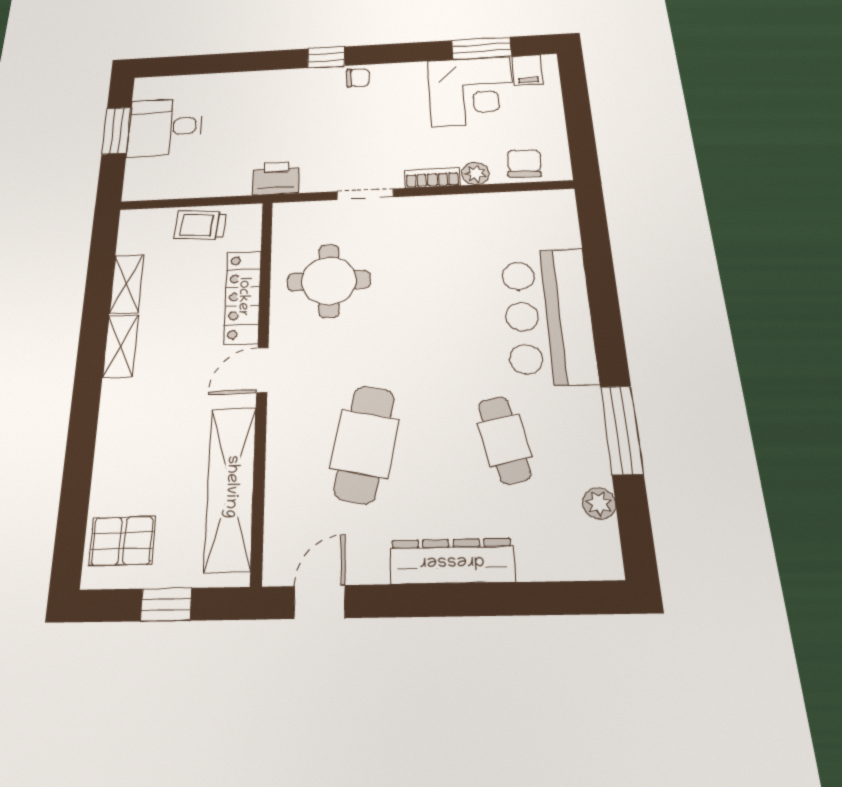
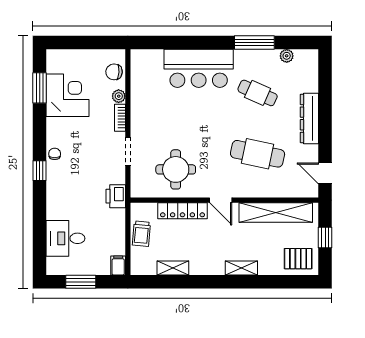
filing cabinet: (527, 70) -> (118, 266), moved, turned -90
desk: (165, 127) -> (65, 238), moved, turned 90
shelving: (120, 346) -> (241, 268), moved
cafe table: (504, 440) -> (258, 93), turned 36
pallet: (122, 541) -> (298, 259), turned 90

